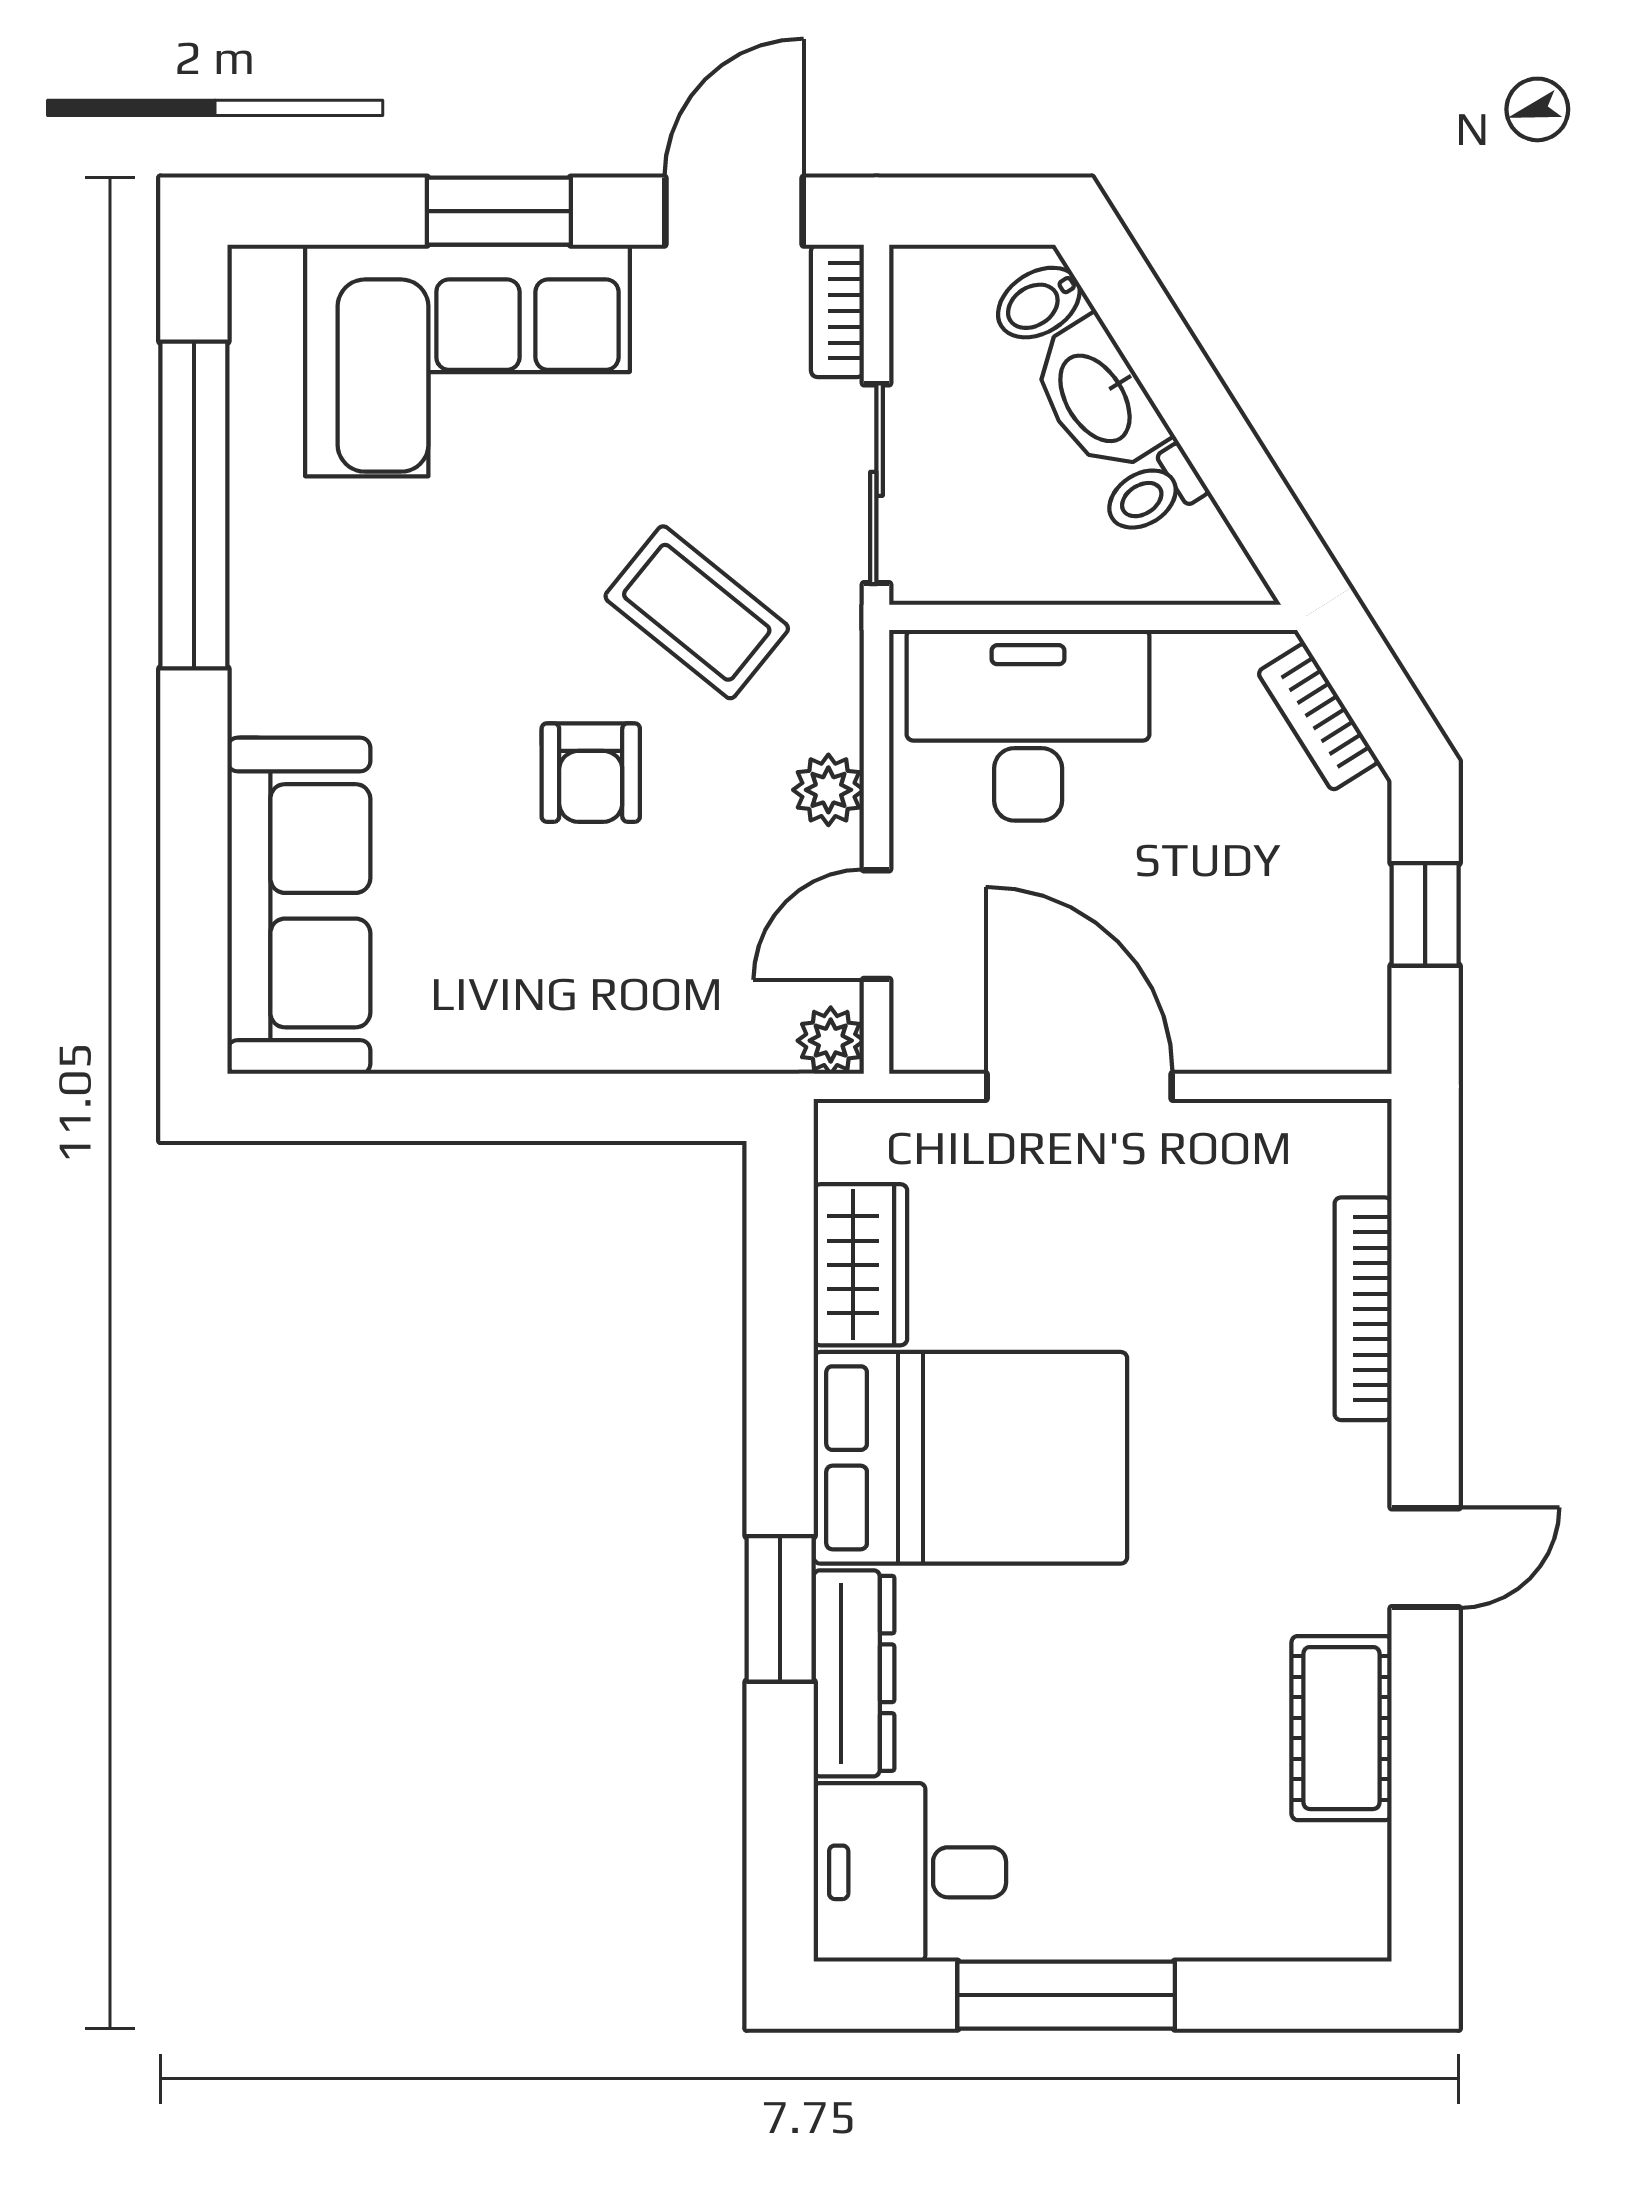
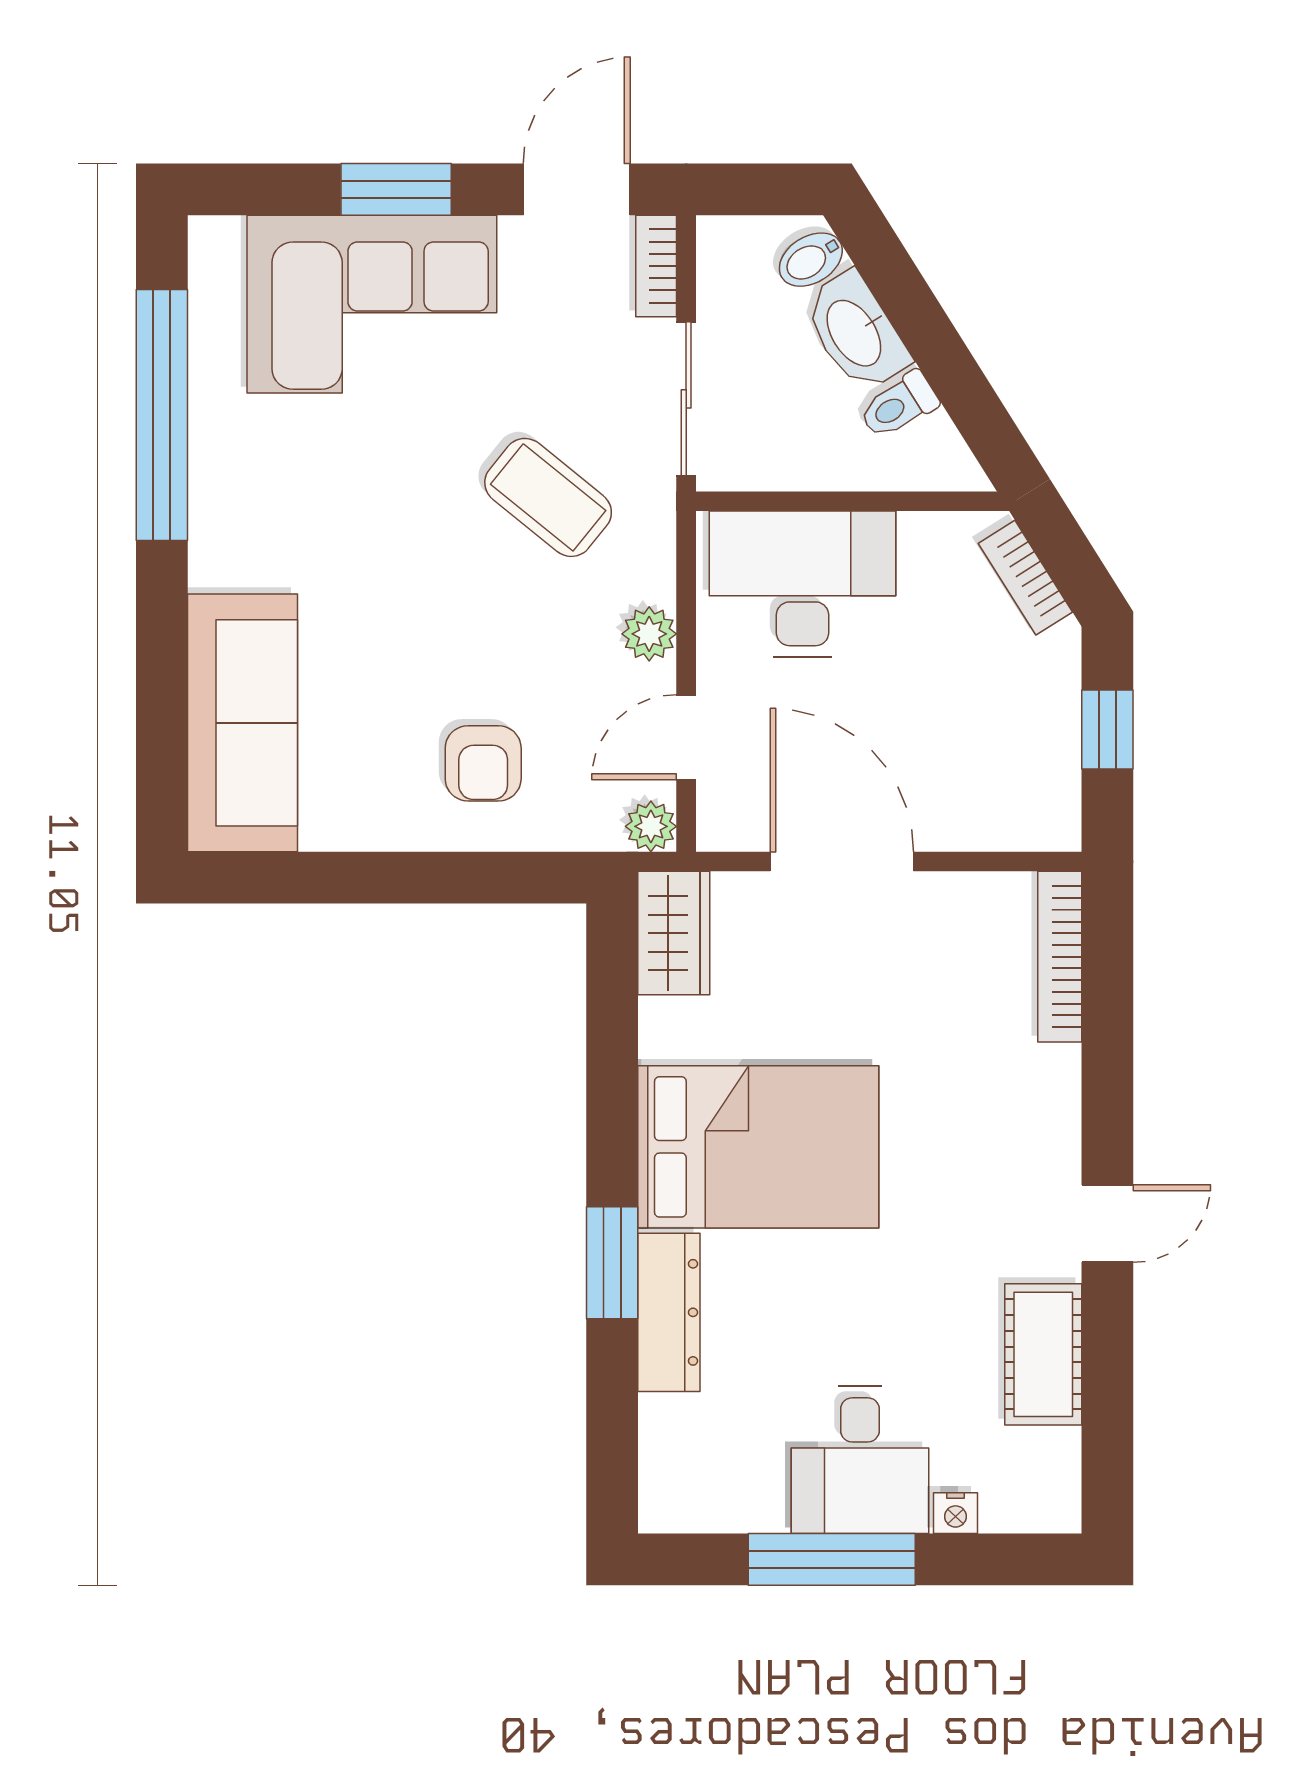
armchair: (591, 773) -> (483, 763), moved
wardrobe: (860, 1265) -> (674, 933), moved
bookcase: (1363, 1309) -> (1060, 957), moved
desk: (910, 1872) -> (860, 1460), moved, turned -90
nightstand: (1227, 1935) -> (955, 1513), added

